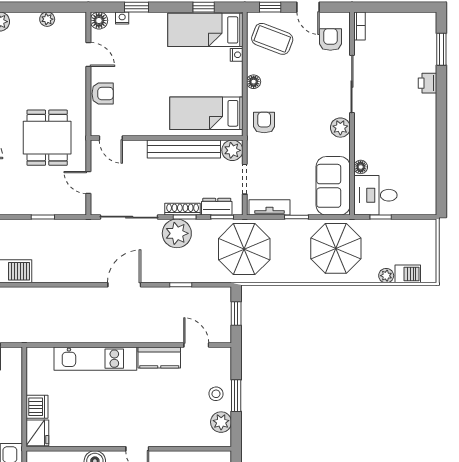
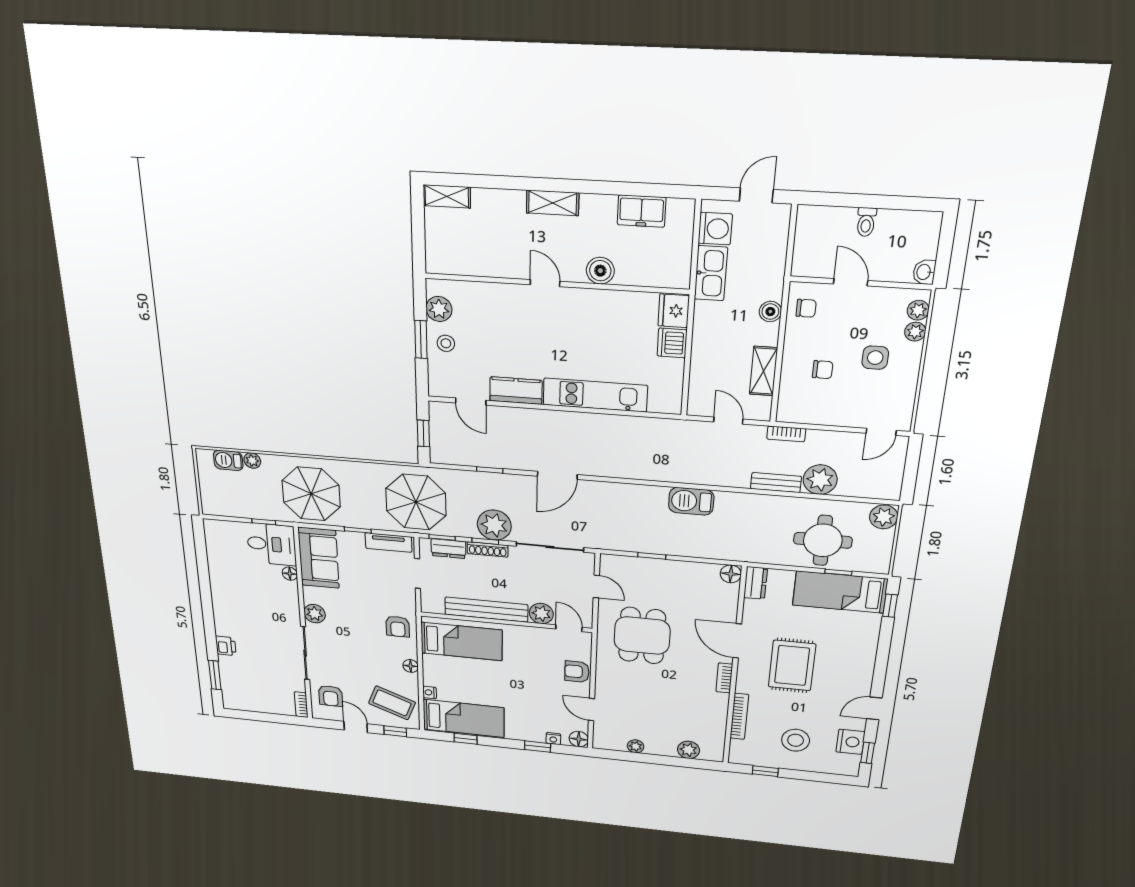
plant: (232, 150) -> (541, 613), moved

